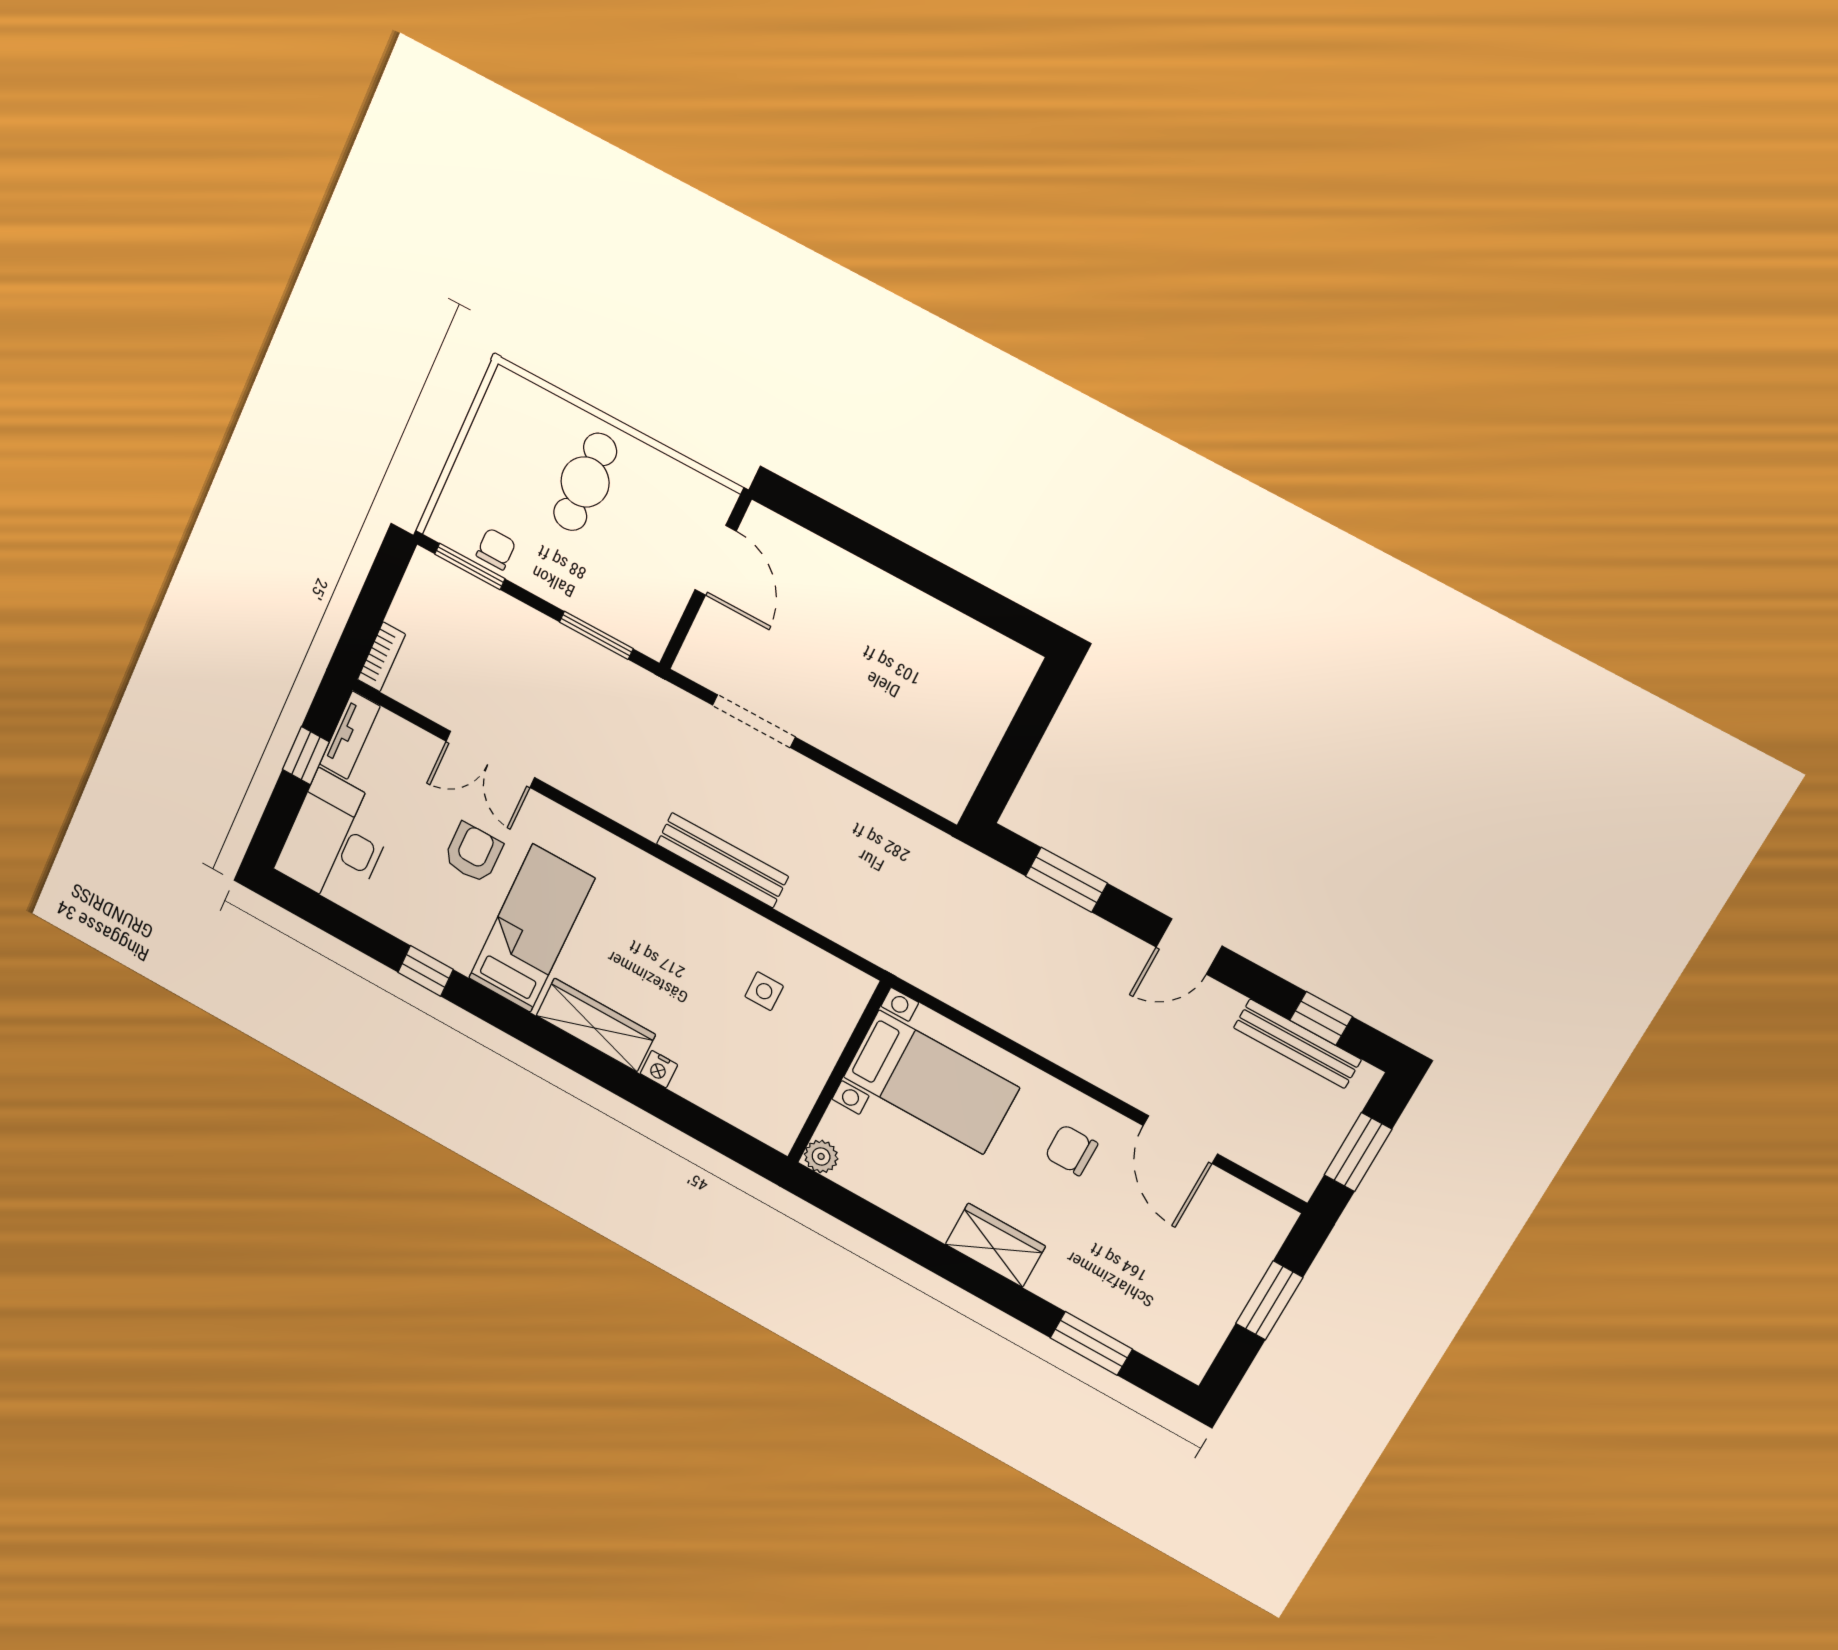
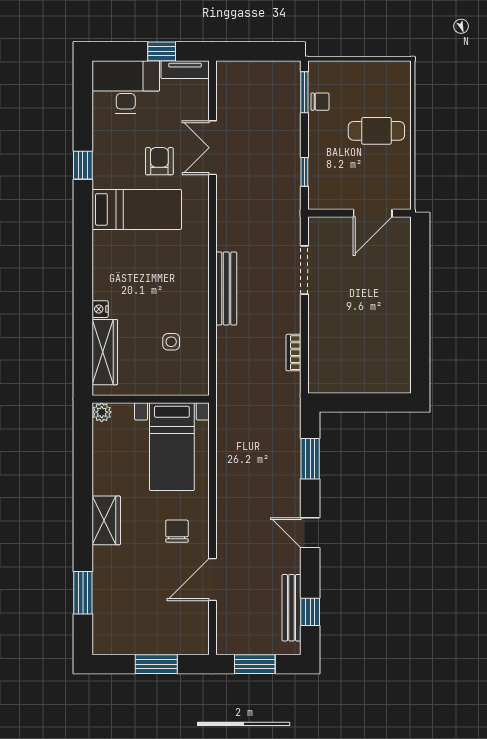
window: (596, 635) -> (304, 172), width x0.67
bookcase: (381, 657) -> (294, 353), moved, turned 90
armchair: (473, 853) -> (159, 161), turned -90
wardrobe: (596, 1025) -> (105, 352), moved

